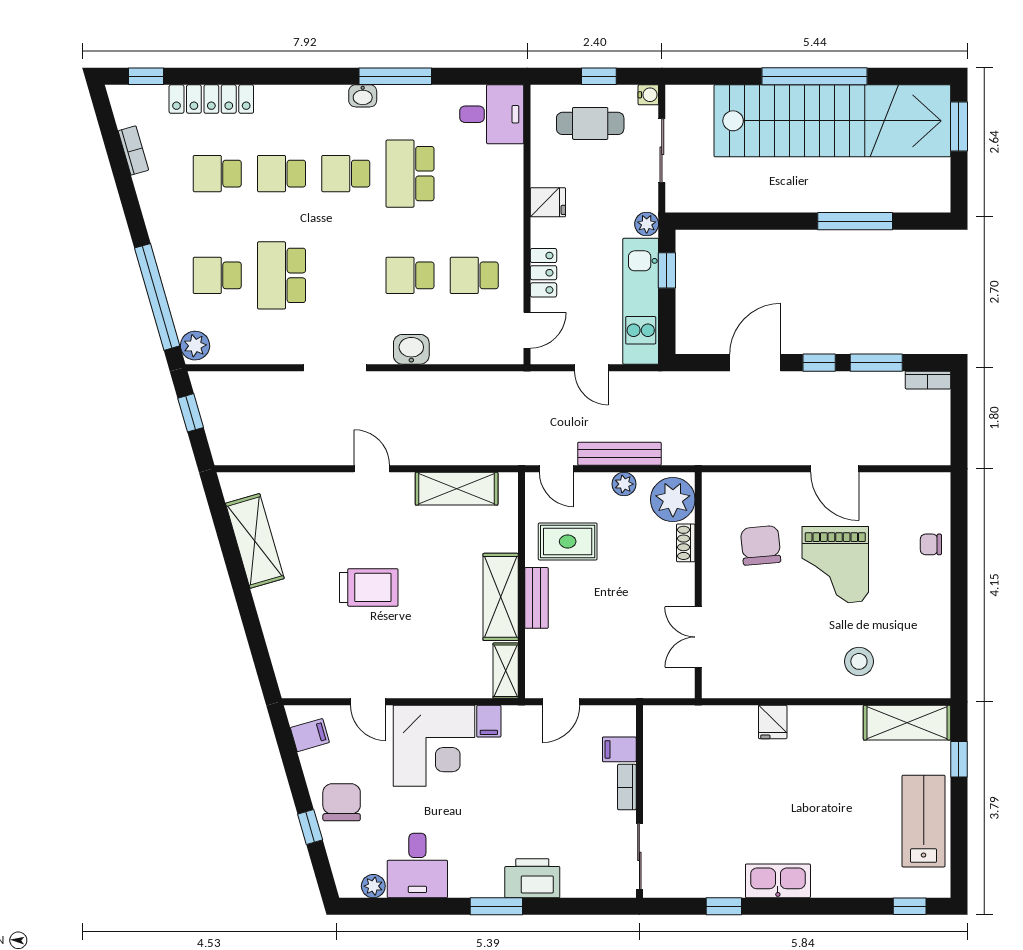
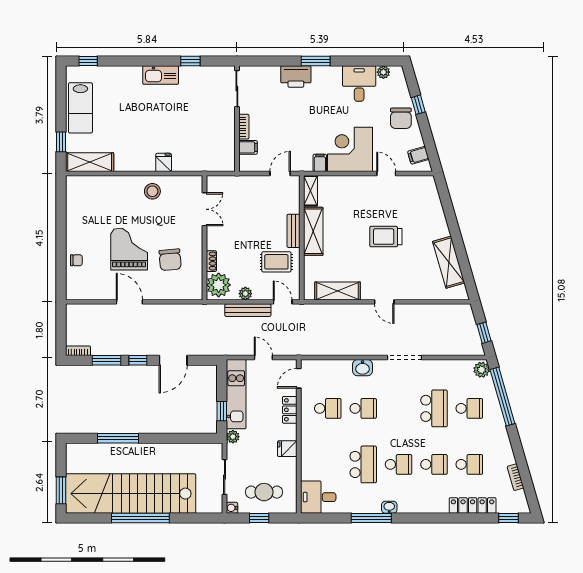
stool: (859, 661) -> (152, 191), moved

